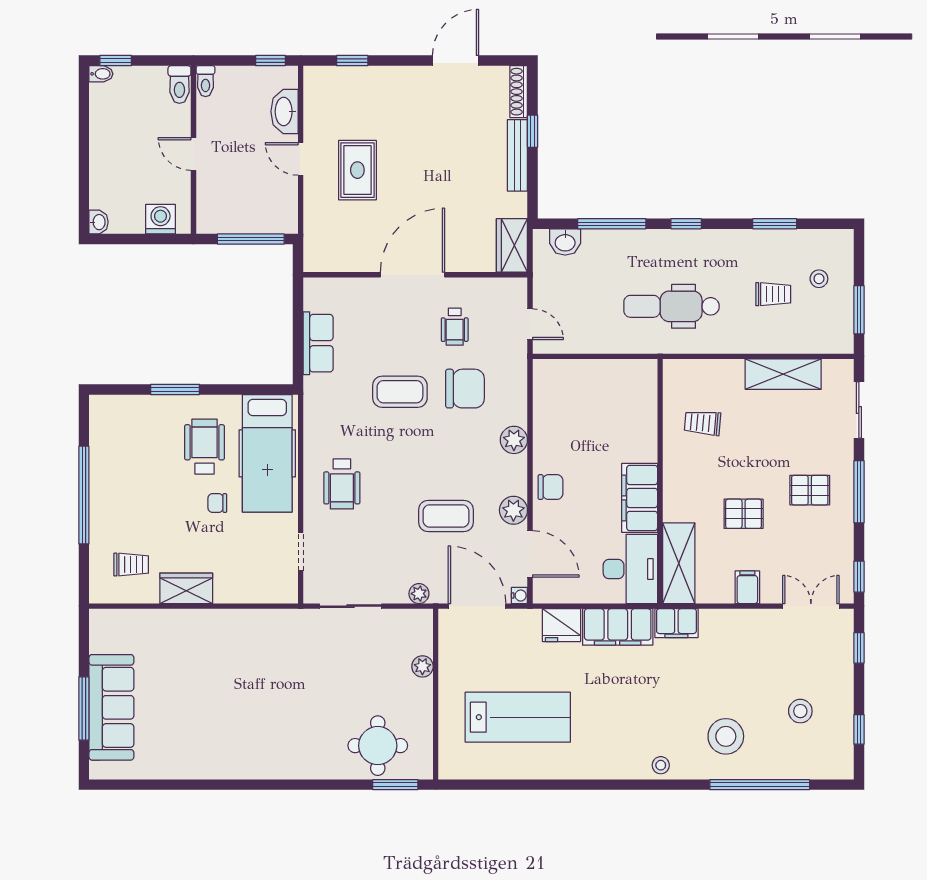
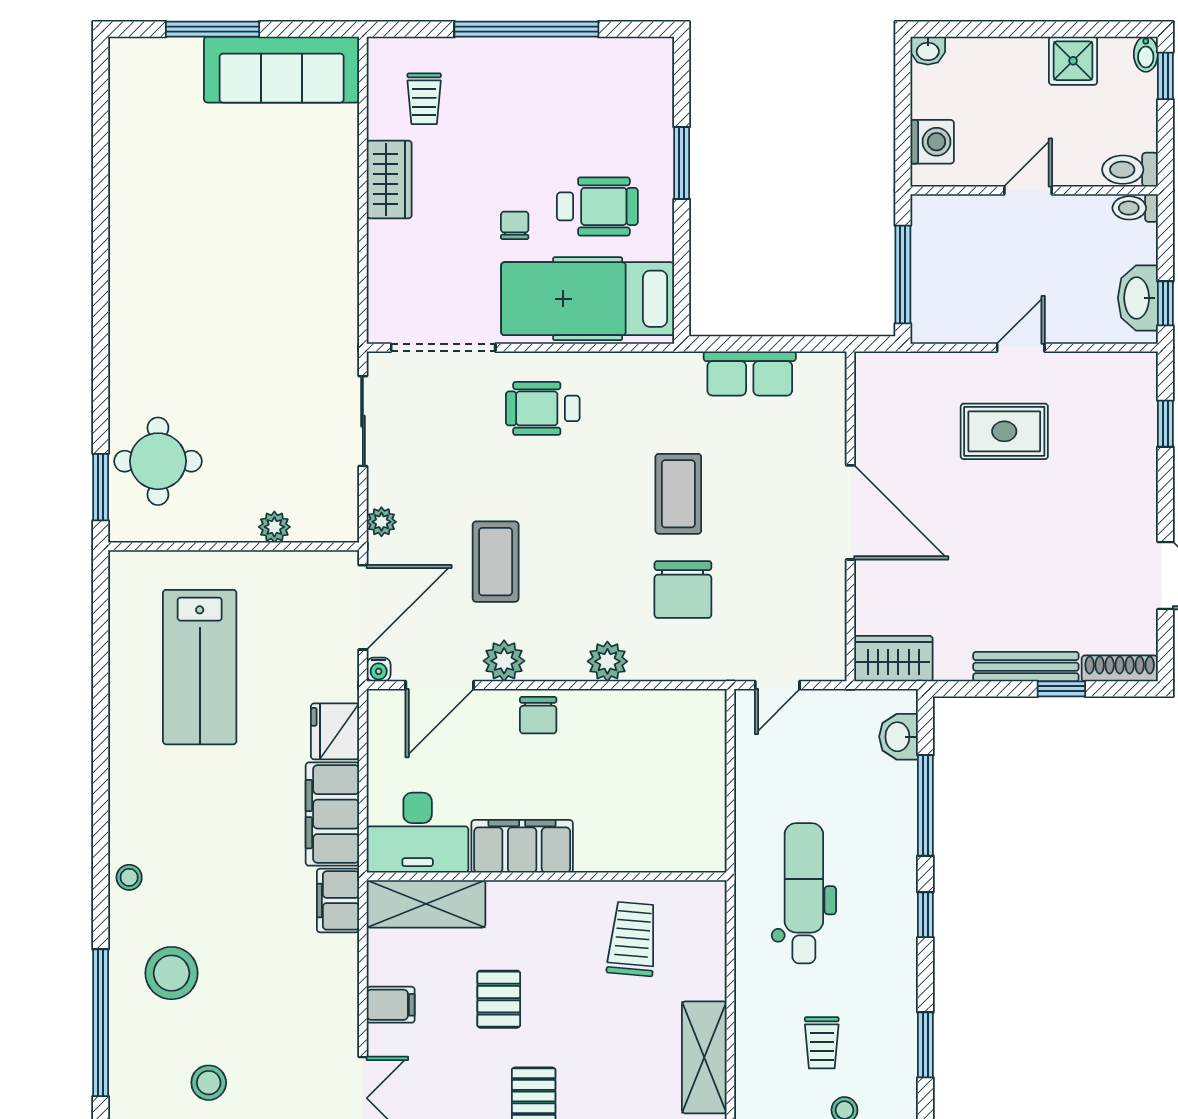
washbasin: (284, 112) -> (1138, 298), moved, turned -90
shower: (105, 123) -> (1073, 61), added
wheelchair: (455, 327) -> (774, 574), removed
trolley: (703, 423) -> (632, 939), width x1.36, depth x1.39
doorway: (301, 552) -> (443, 348), width x1.87
sofa: (111, 707) -> (282, 70), moved

